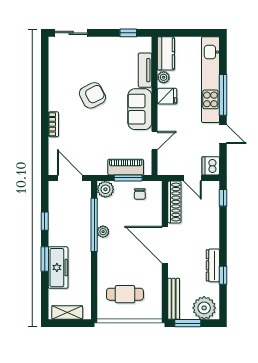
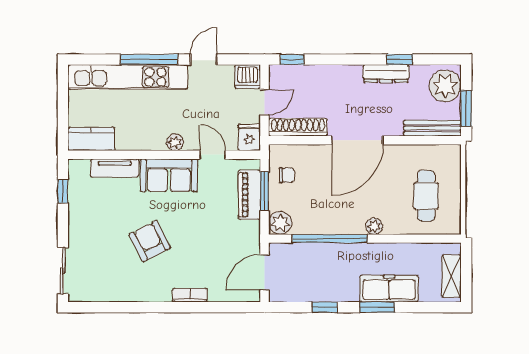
plant: (164, 77) -> (175, 142), moved
fridge: (167, 96) -> (249, 137), moved
plant: (103, 232) -> (374, 226), moved

